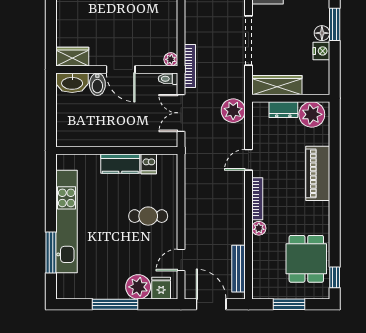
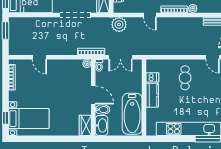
door: (121, 70) -> (93, 95), hinge flipped
bathtub: (91, 132) -> (132, 114), added

